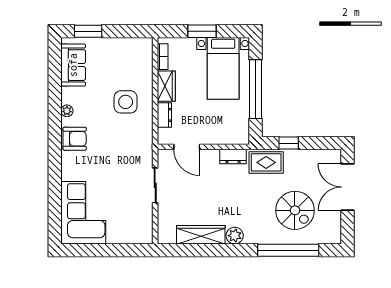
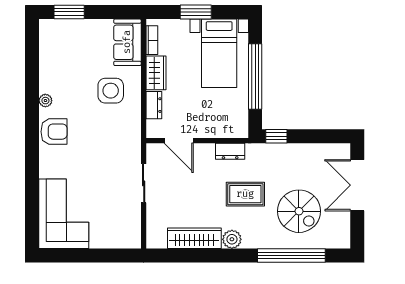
sofa: (73, 65) -> (127, 42), moved, turned 180
window: (289, 143) -> (276, 136), moved
rug: (266, 162) -> (245, 194), moved

